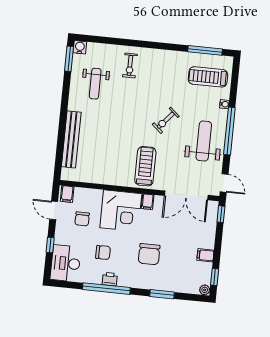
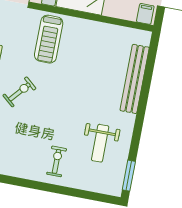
water cooler: (80, 47) -> (115, 188), removed
weight bench: (95, 84) -> (100, 143), turned 180

